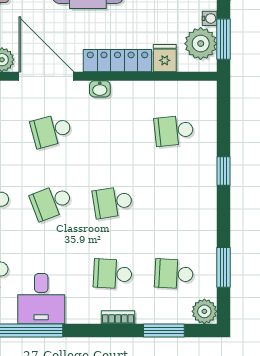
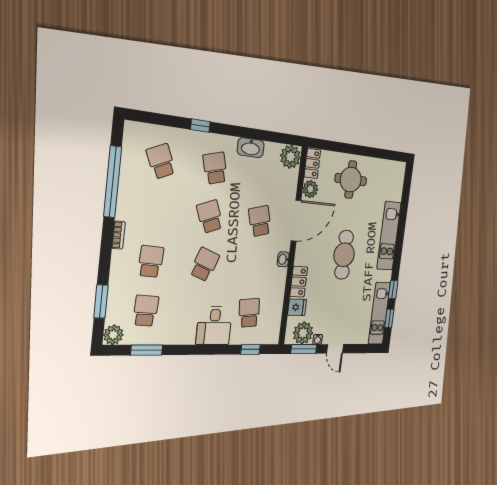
locker: (117, 61) -> (299, 282), width x0.66
window: (223, 171) -> (250, 349), moved
school desk: (113, 202) -> (205, 264), turned 30
desk: (41, 299) -> (214, 326), moved, turned -90
bookcase: (118, 317) -> (118, 235), moved

